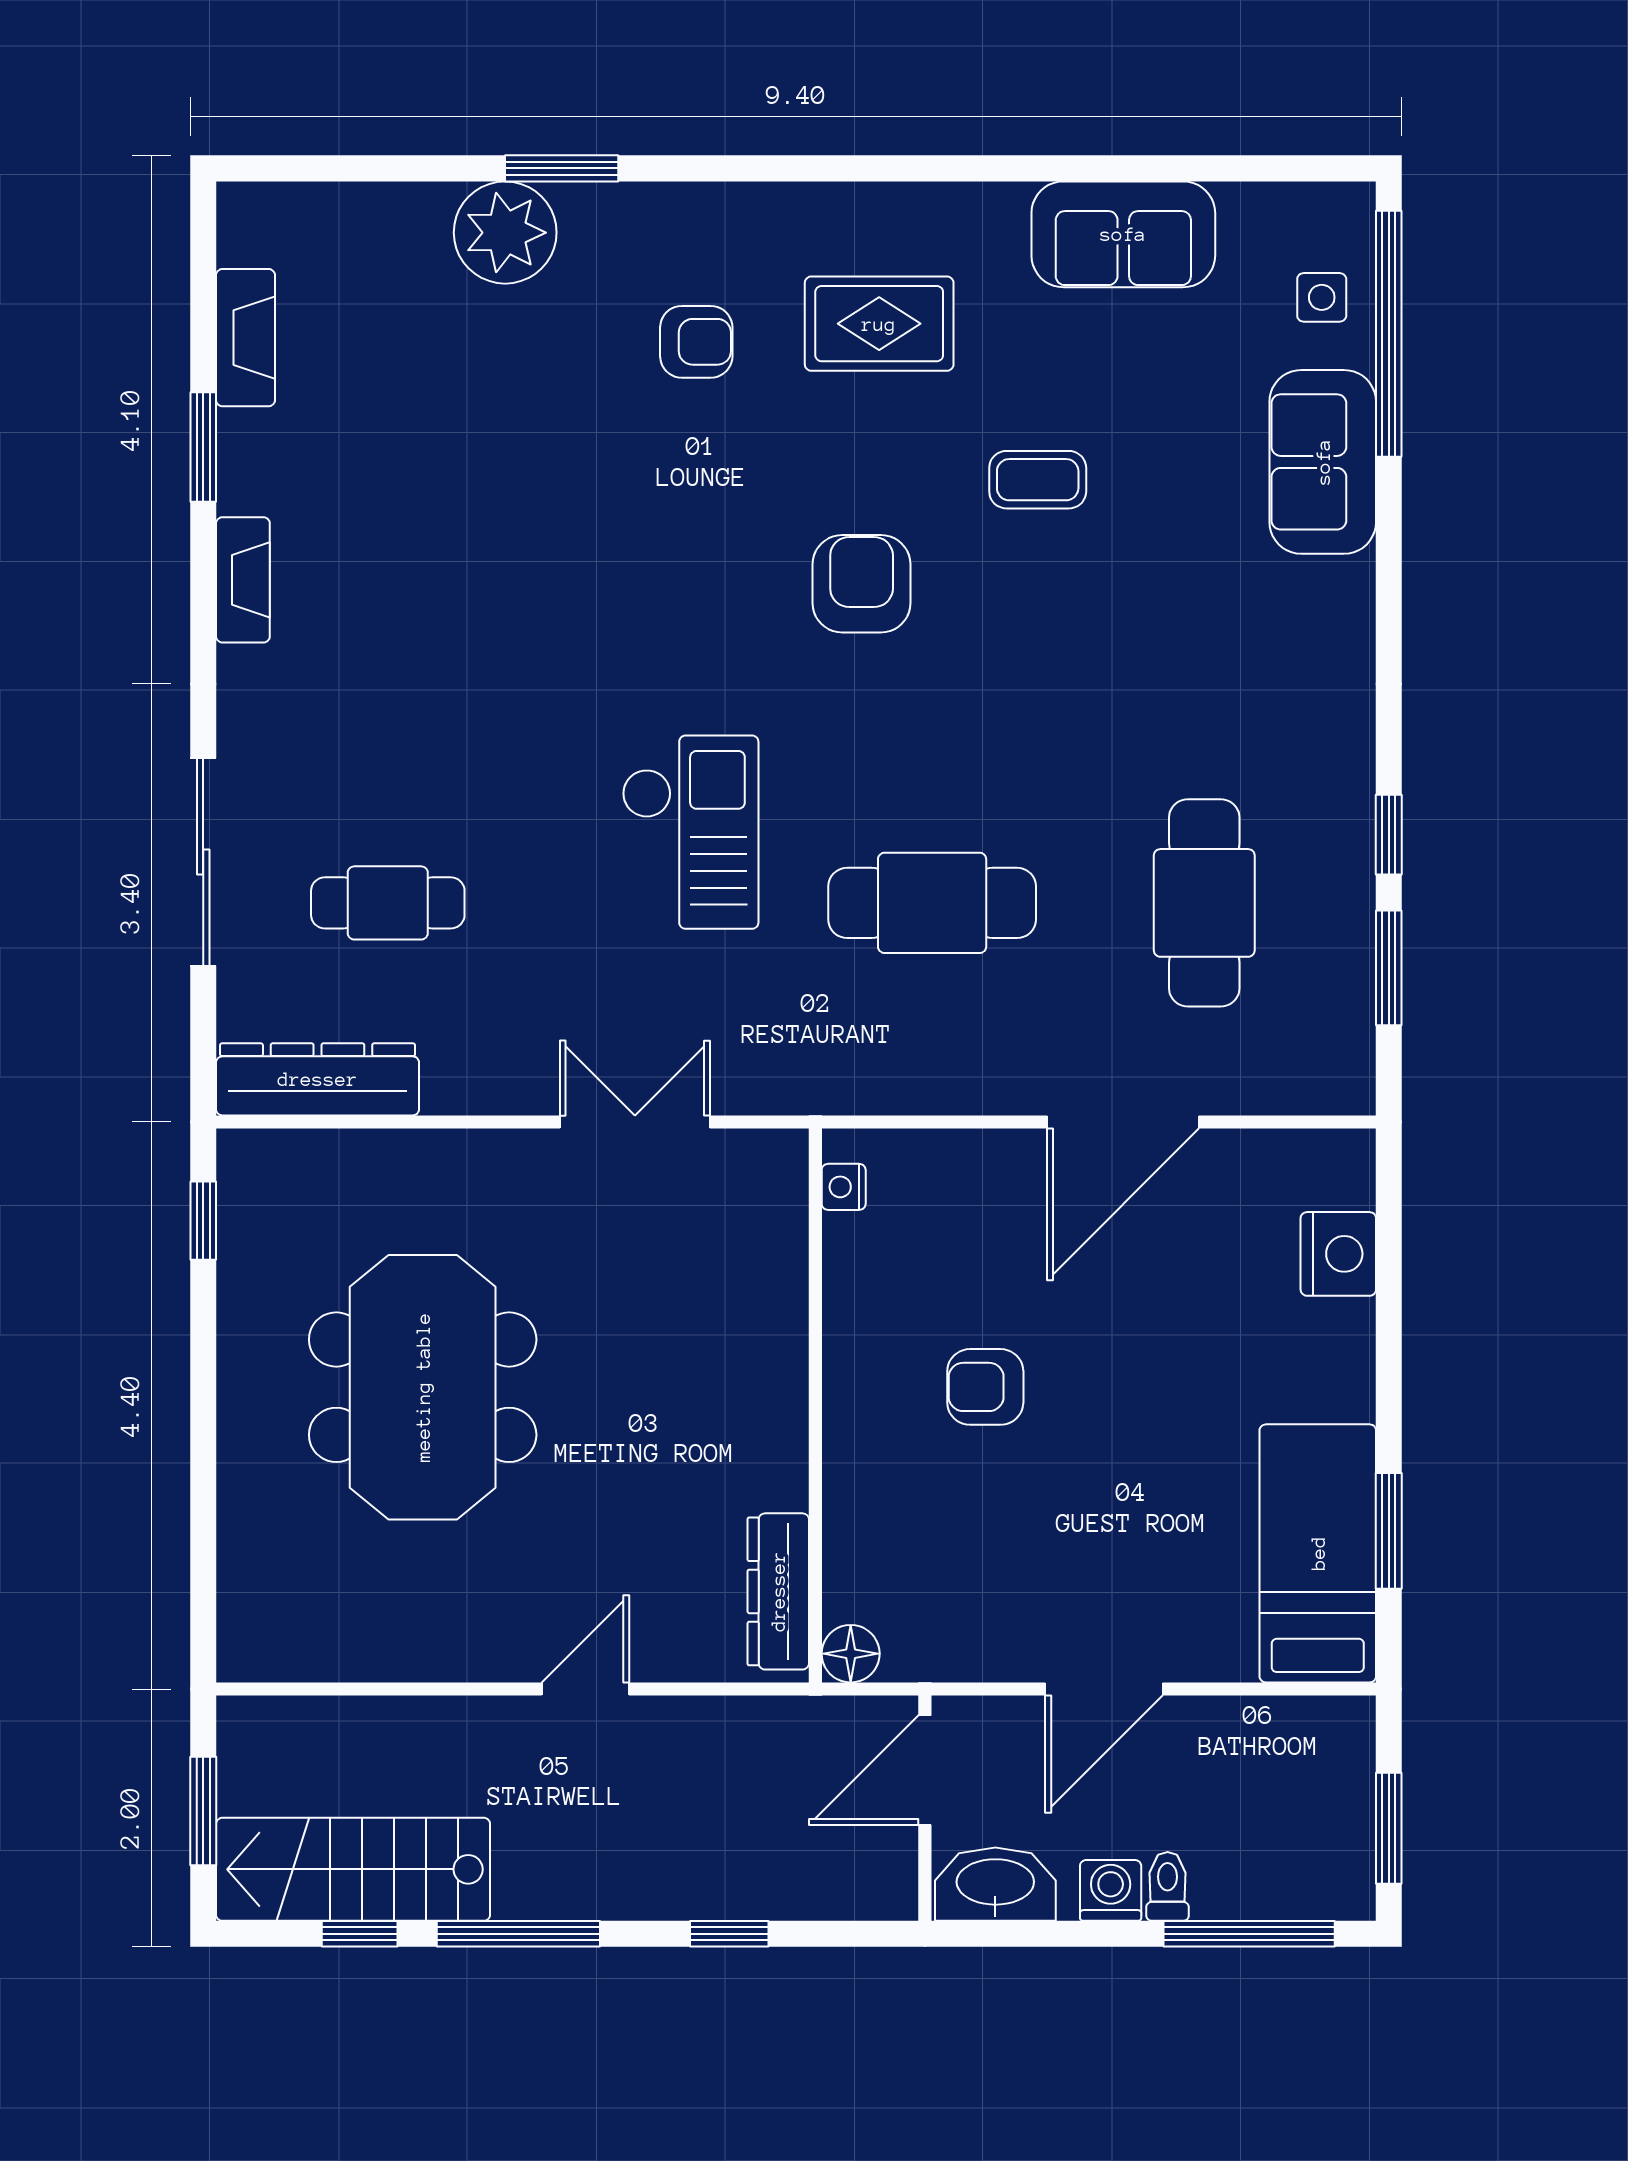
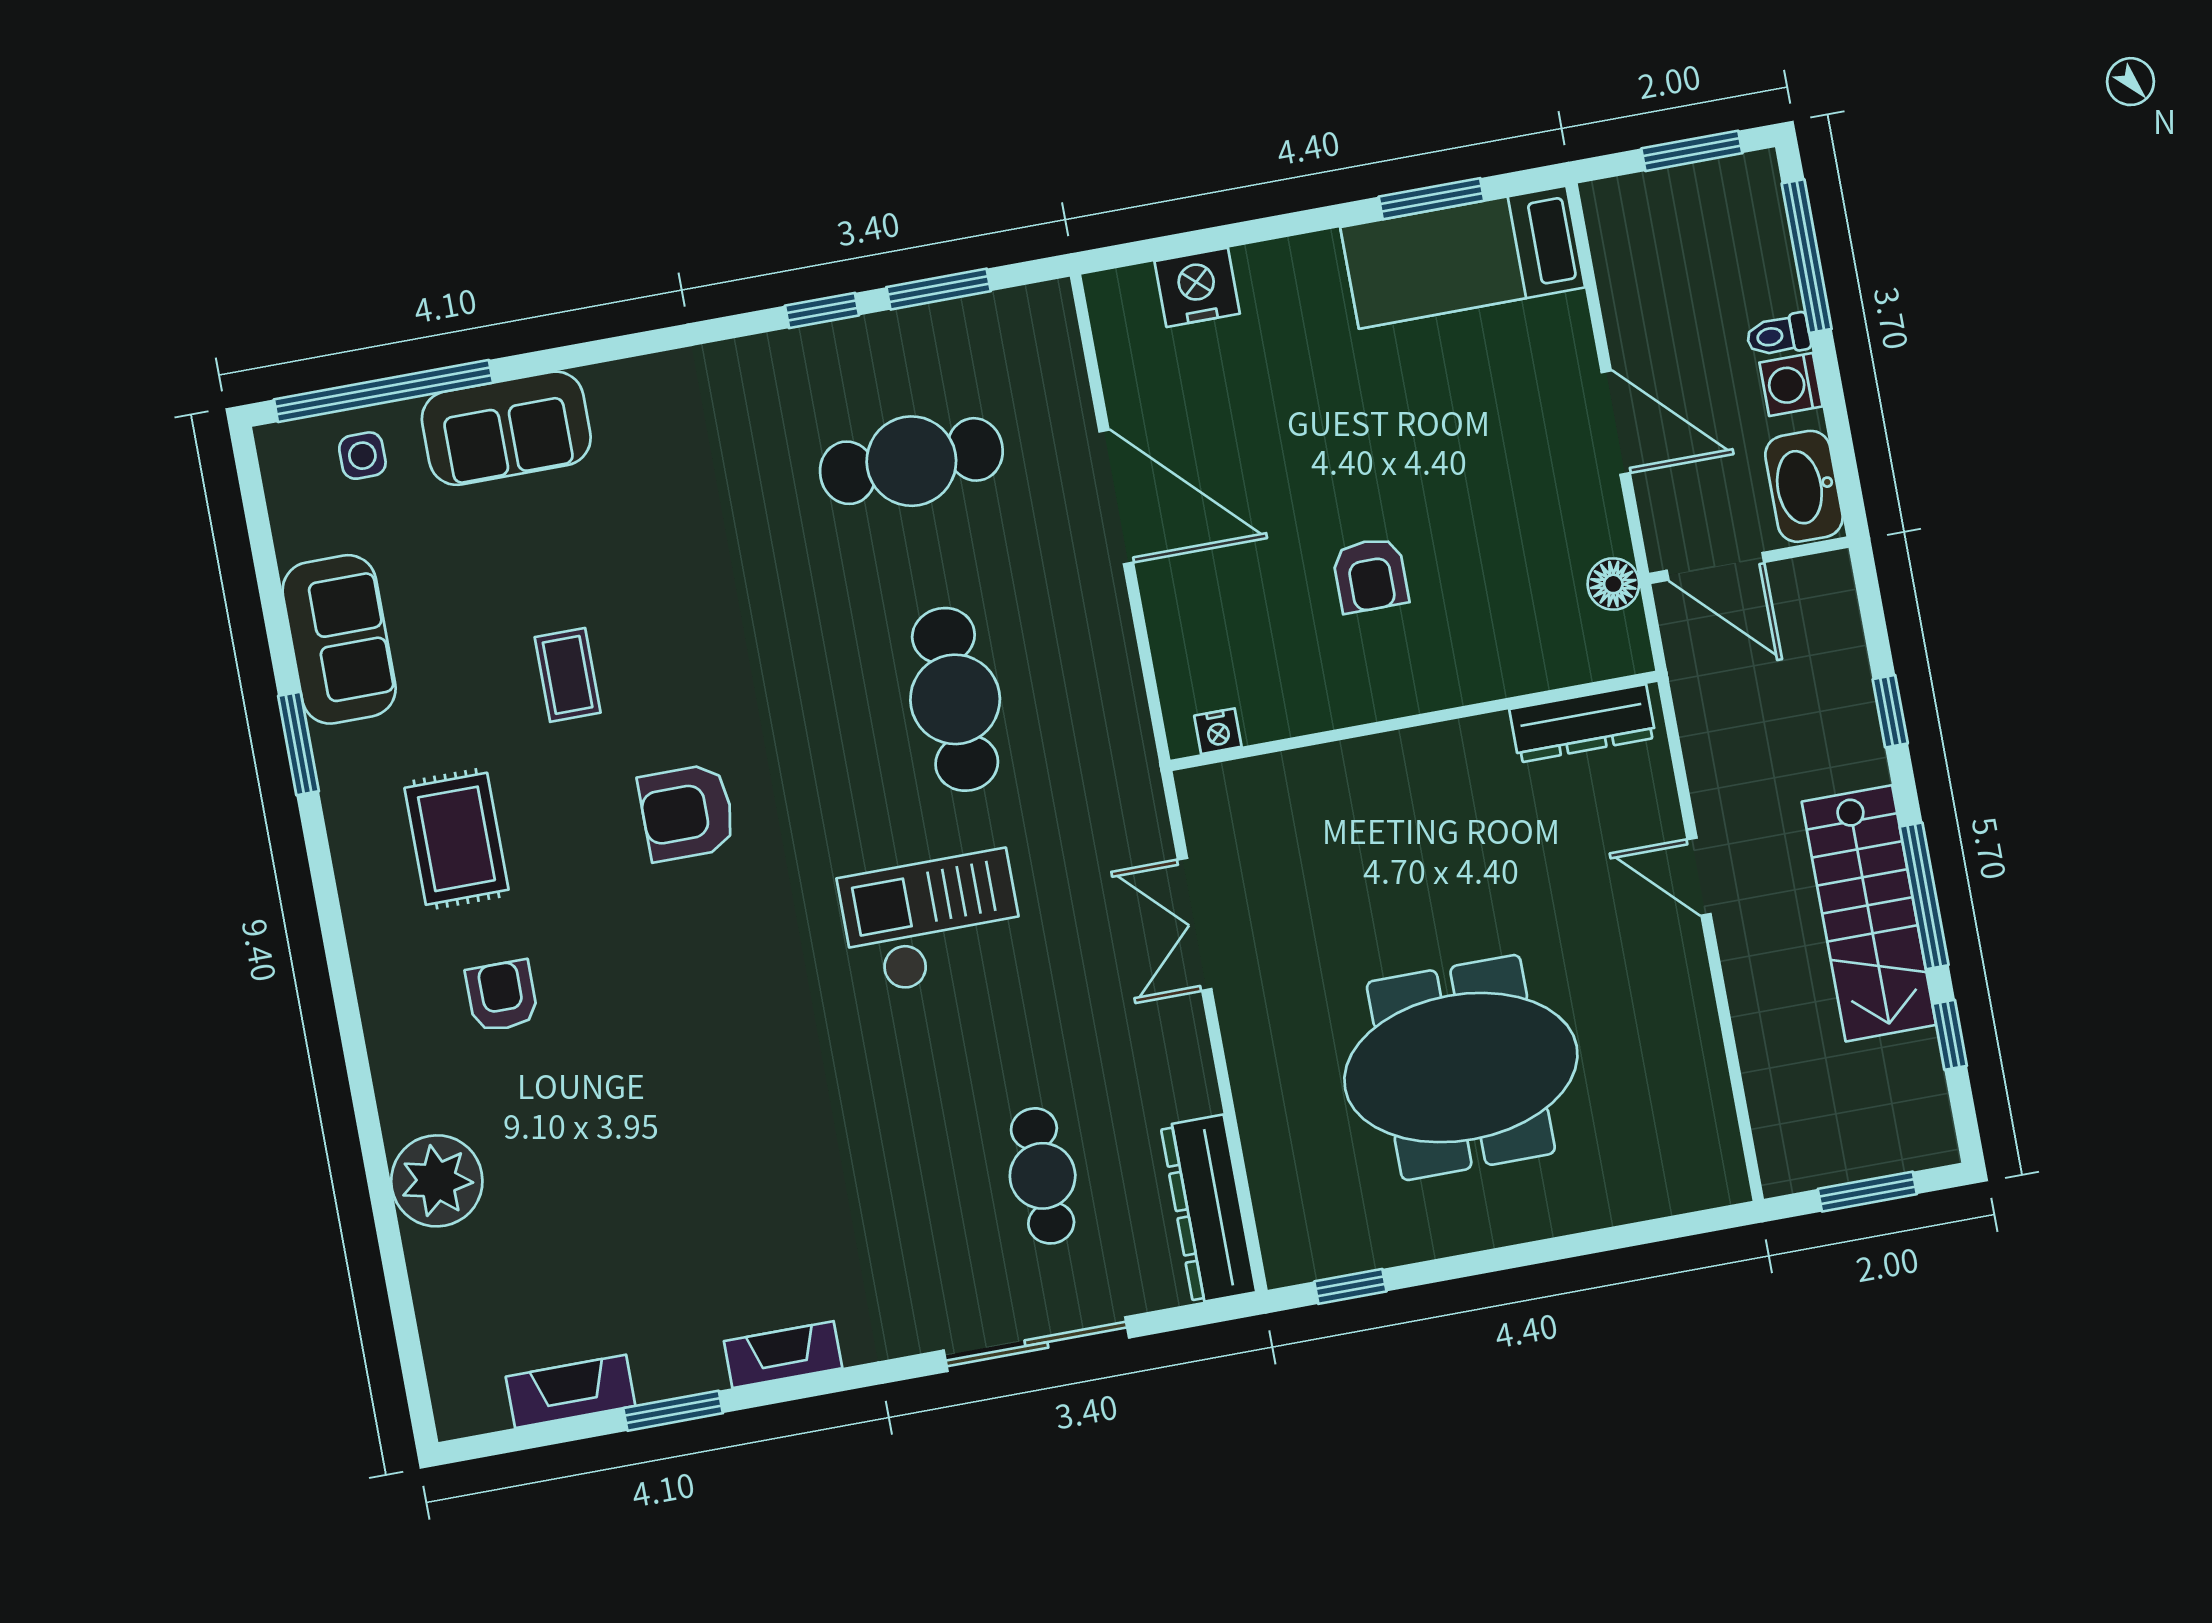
window: (562, 168) -> (298, 744), moved
floor lamp: (851, 1654) -> (1613, 584), moved
stairs: (353, 1869) -> (1869, 913), moved

